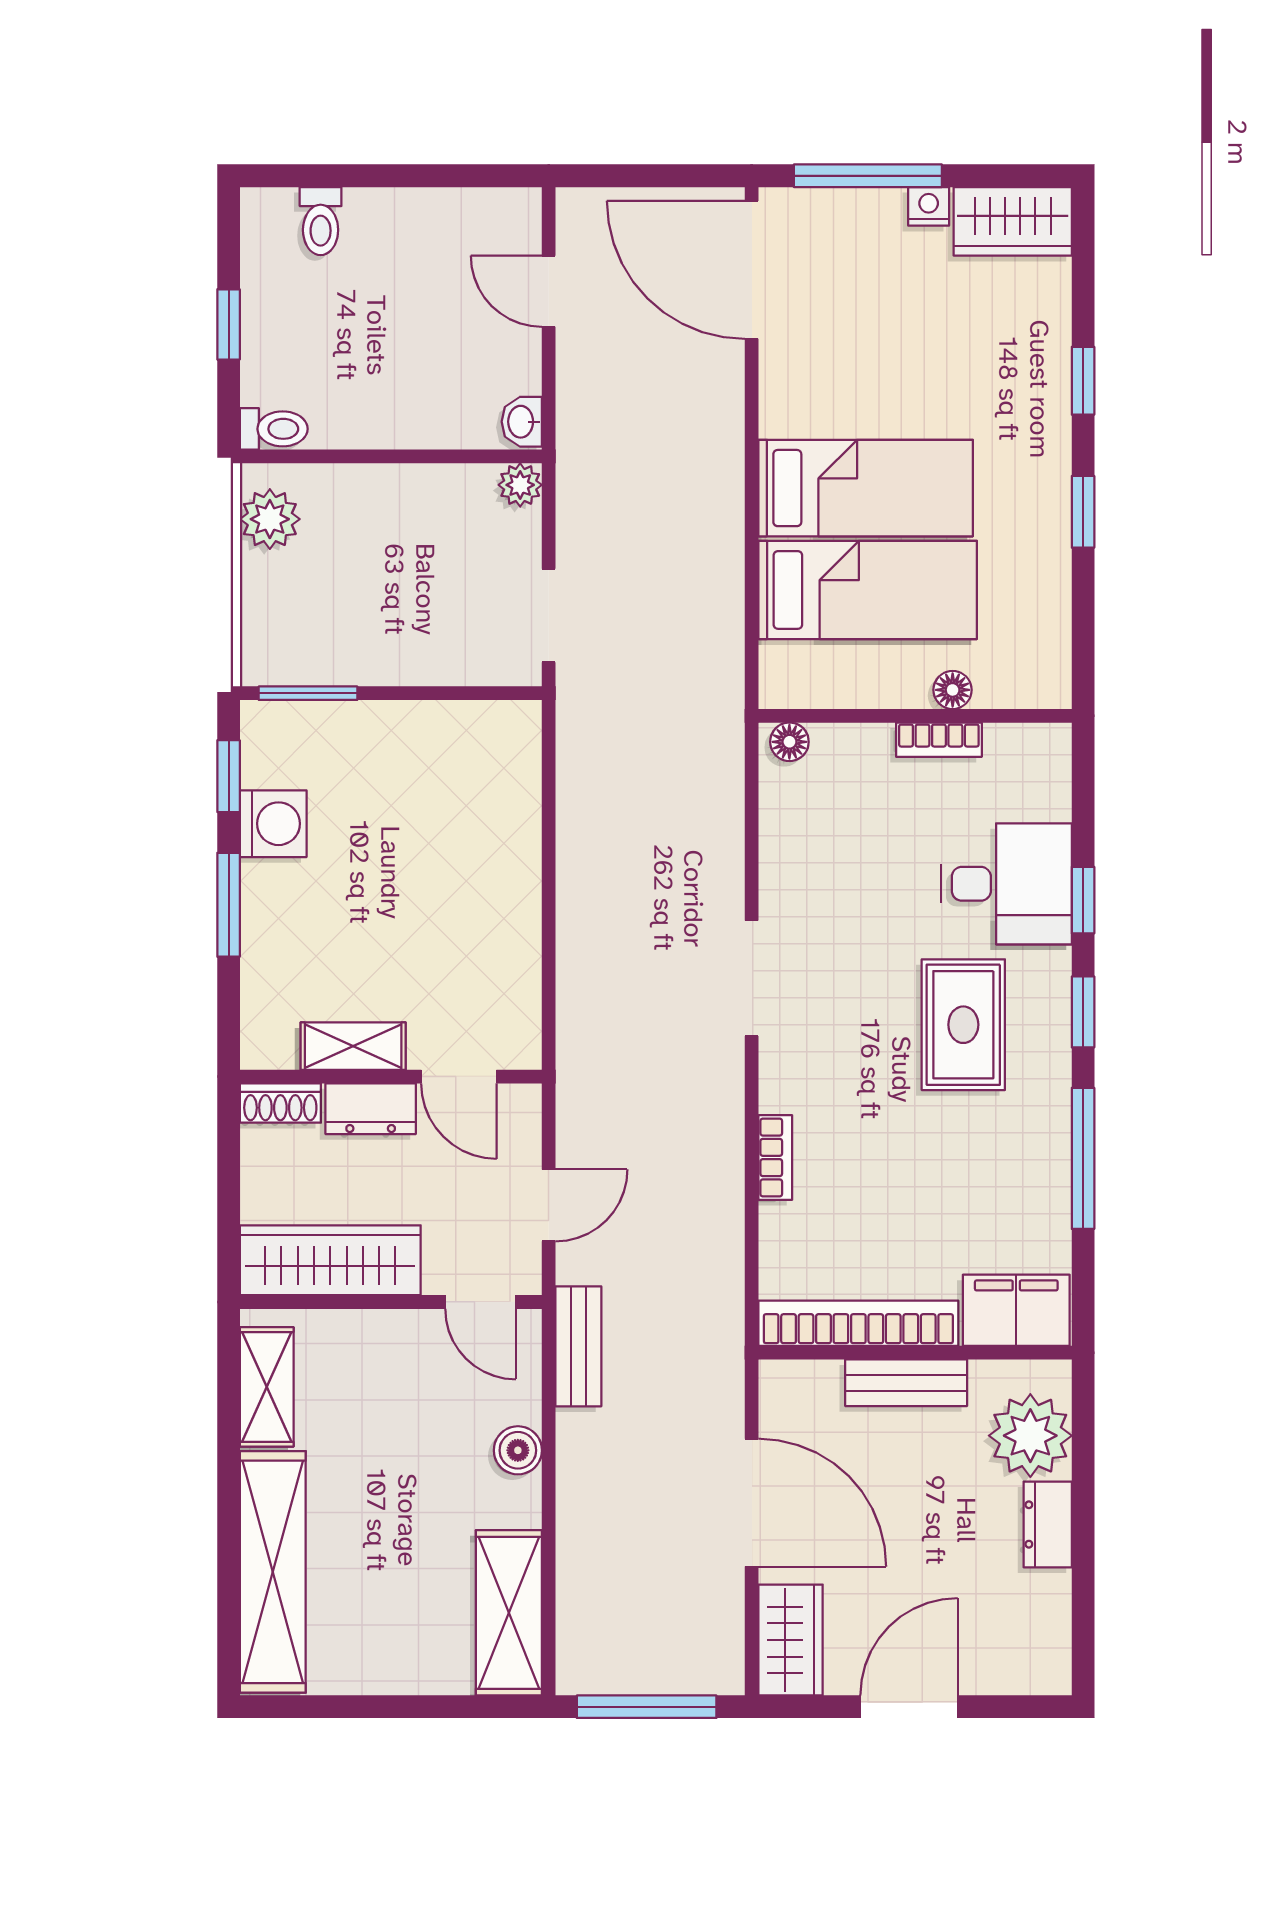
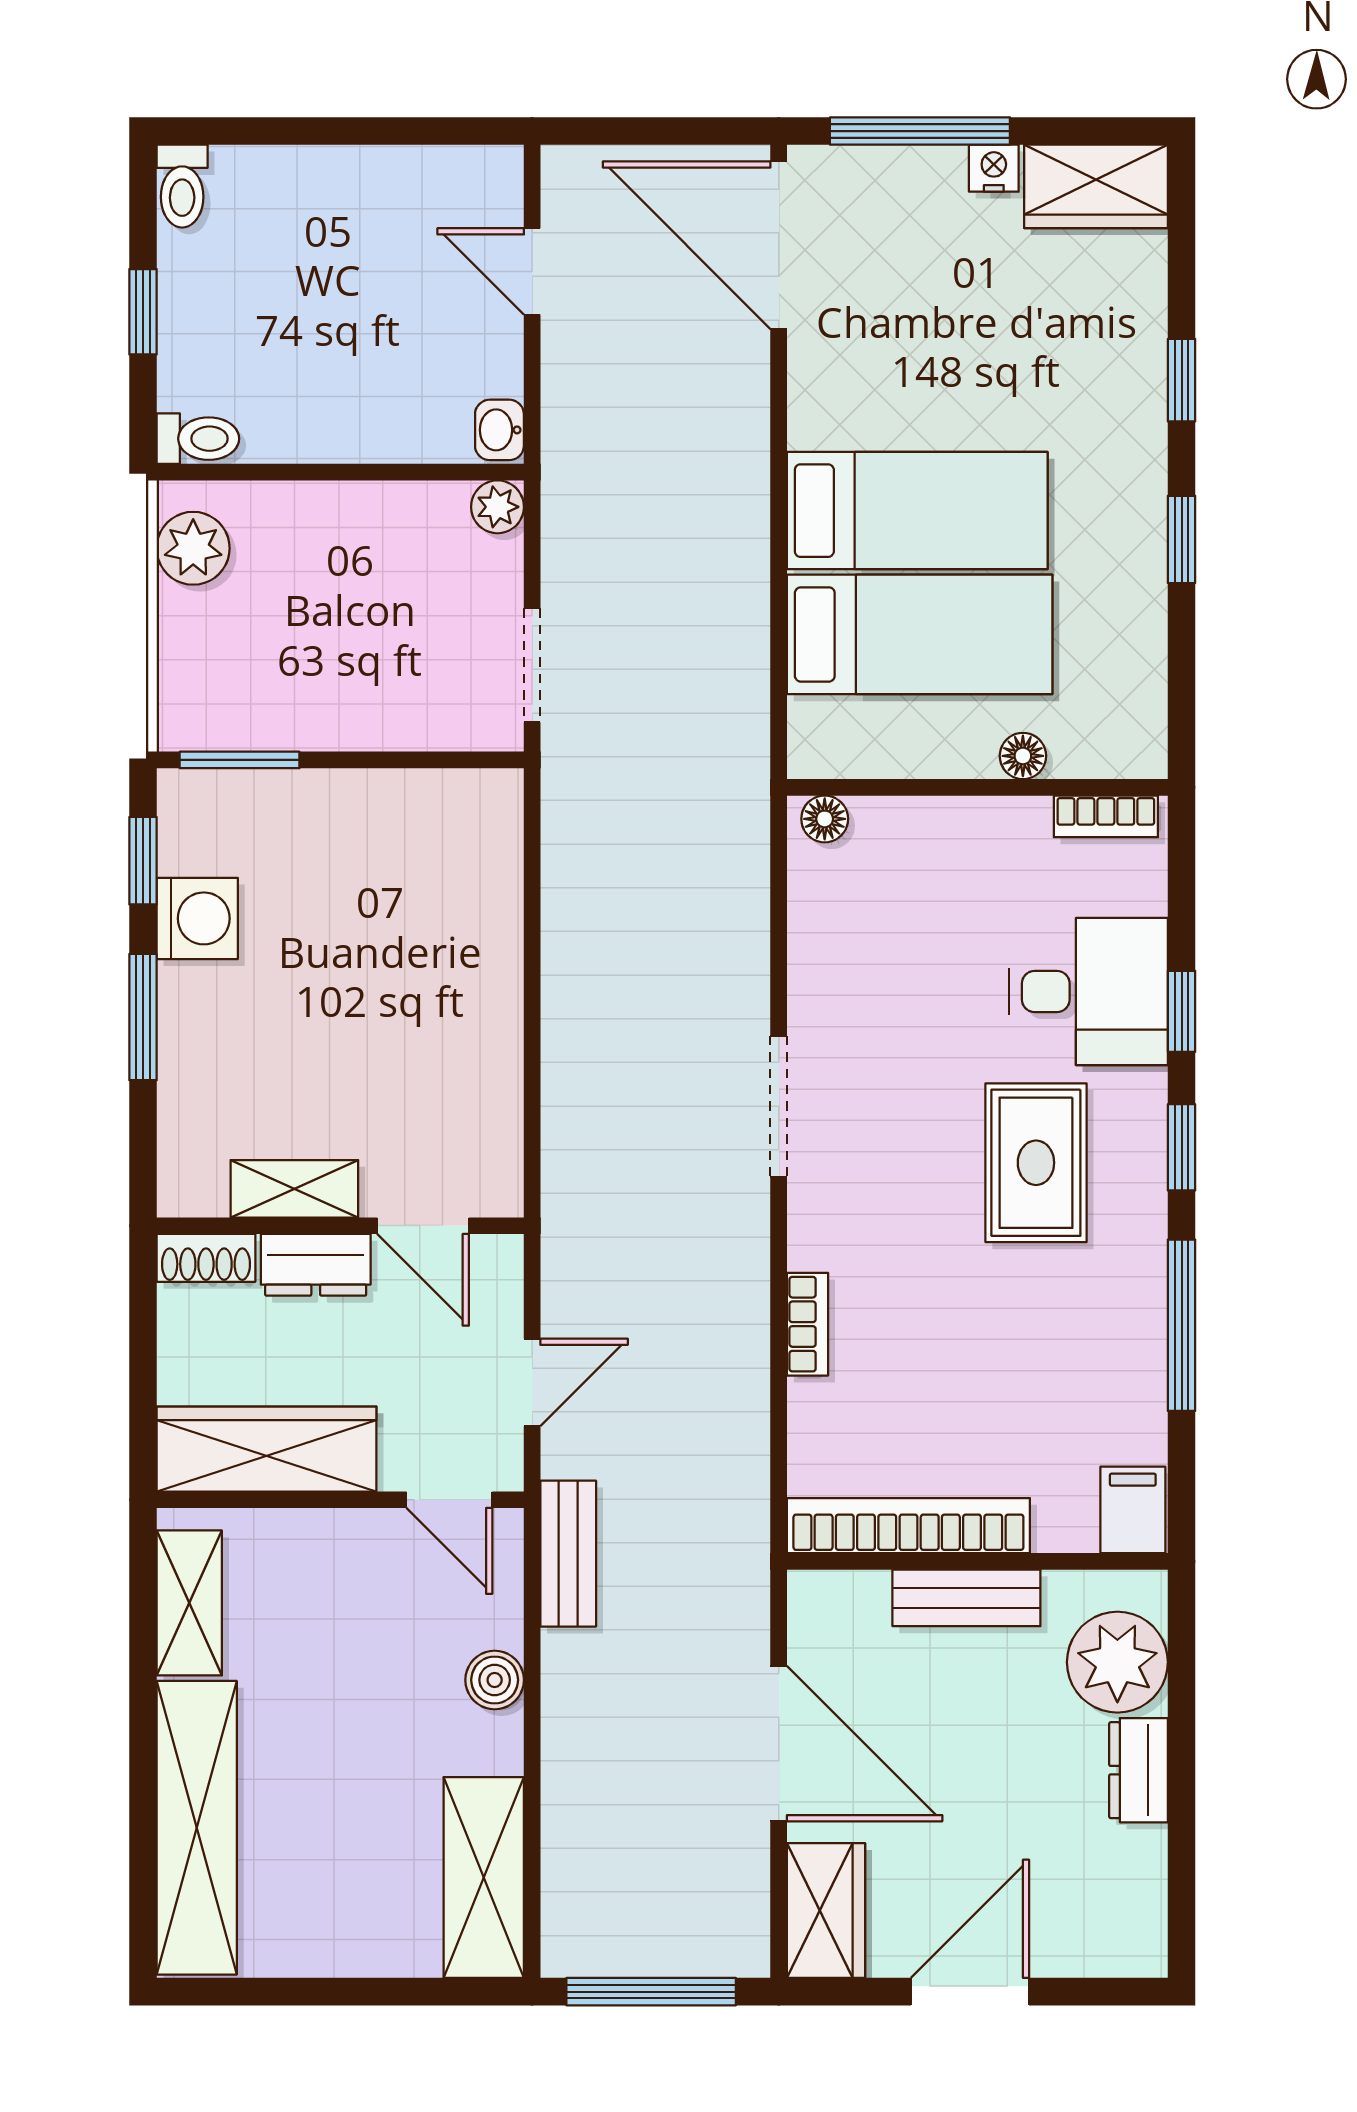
toilet: (321, 221) -> (182, 186), moved
bookcase: (939, 740) -> (1106, 816), moved
filing cabinet: (1016, 1310) -> (1133, 1510), width x0.50

